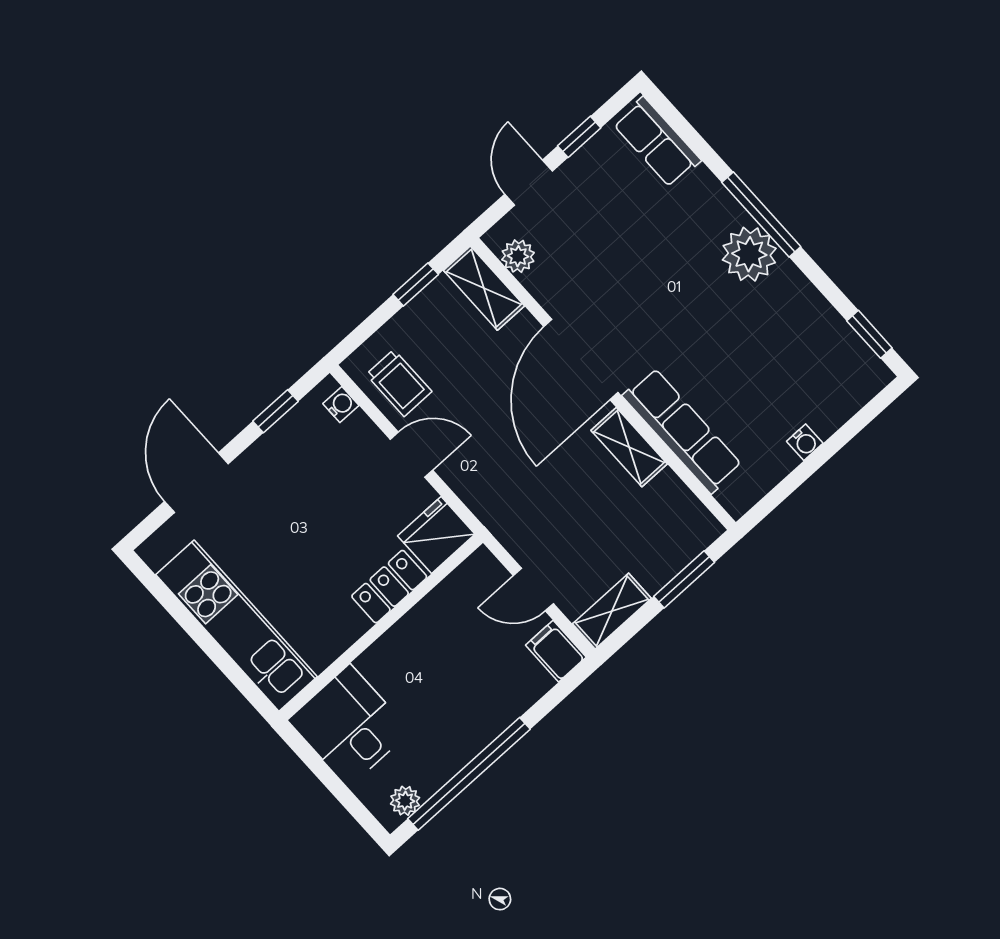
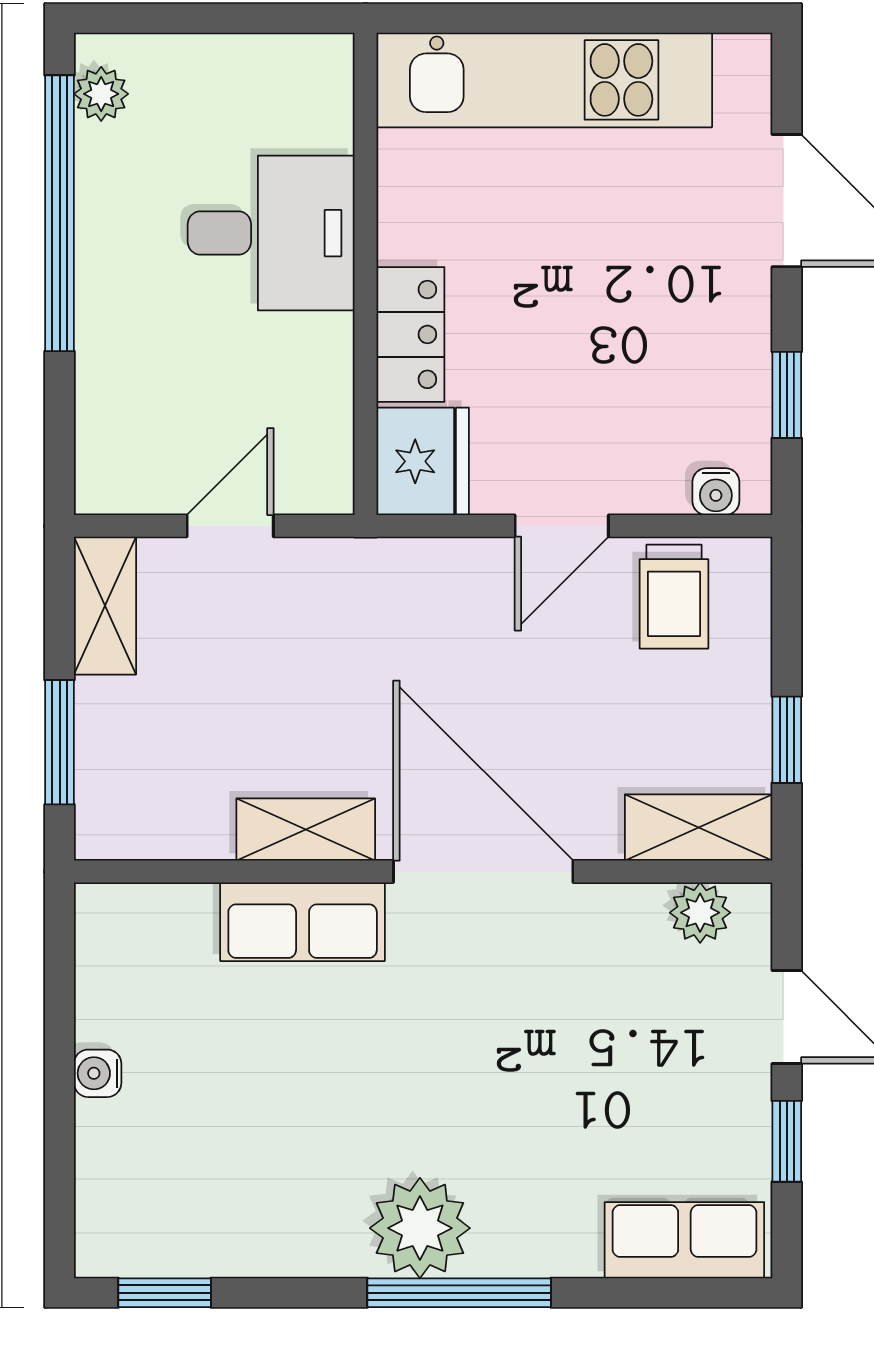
trolley: (399, 383) -> (674, 597), turned -90
row of seats: (682, 431) -> (303, 922), width x0.68
filing cabinet: (556, 651) -> (119, 481), removed
desk: (349, 726) -> (271, 233), moved

